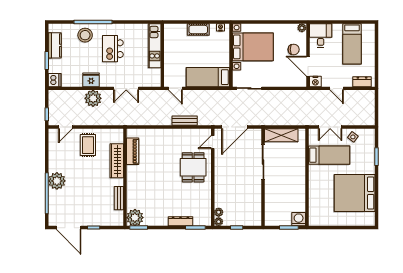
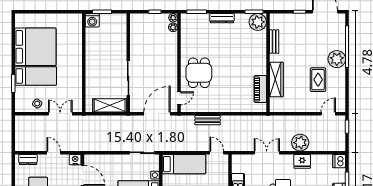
rug: (88, 145) -> (318, 80), moved
bed: (329, 155) -> (36, 76), moved, turned 180
dresser: (180, 221) -> (222, 18), moved

